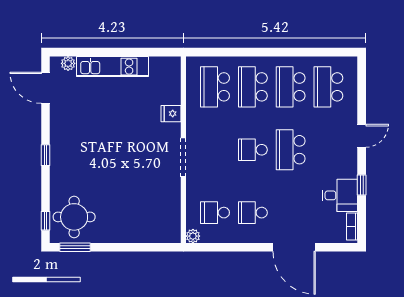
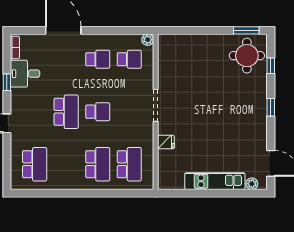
school desk: (291, 87) -> (66, 164), removed
window: (45, 221) -> (271, 66), moved

